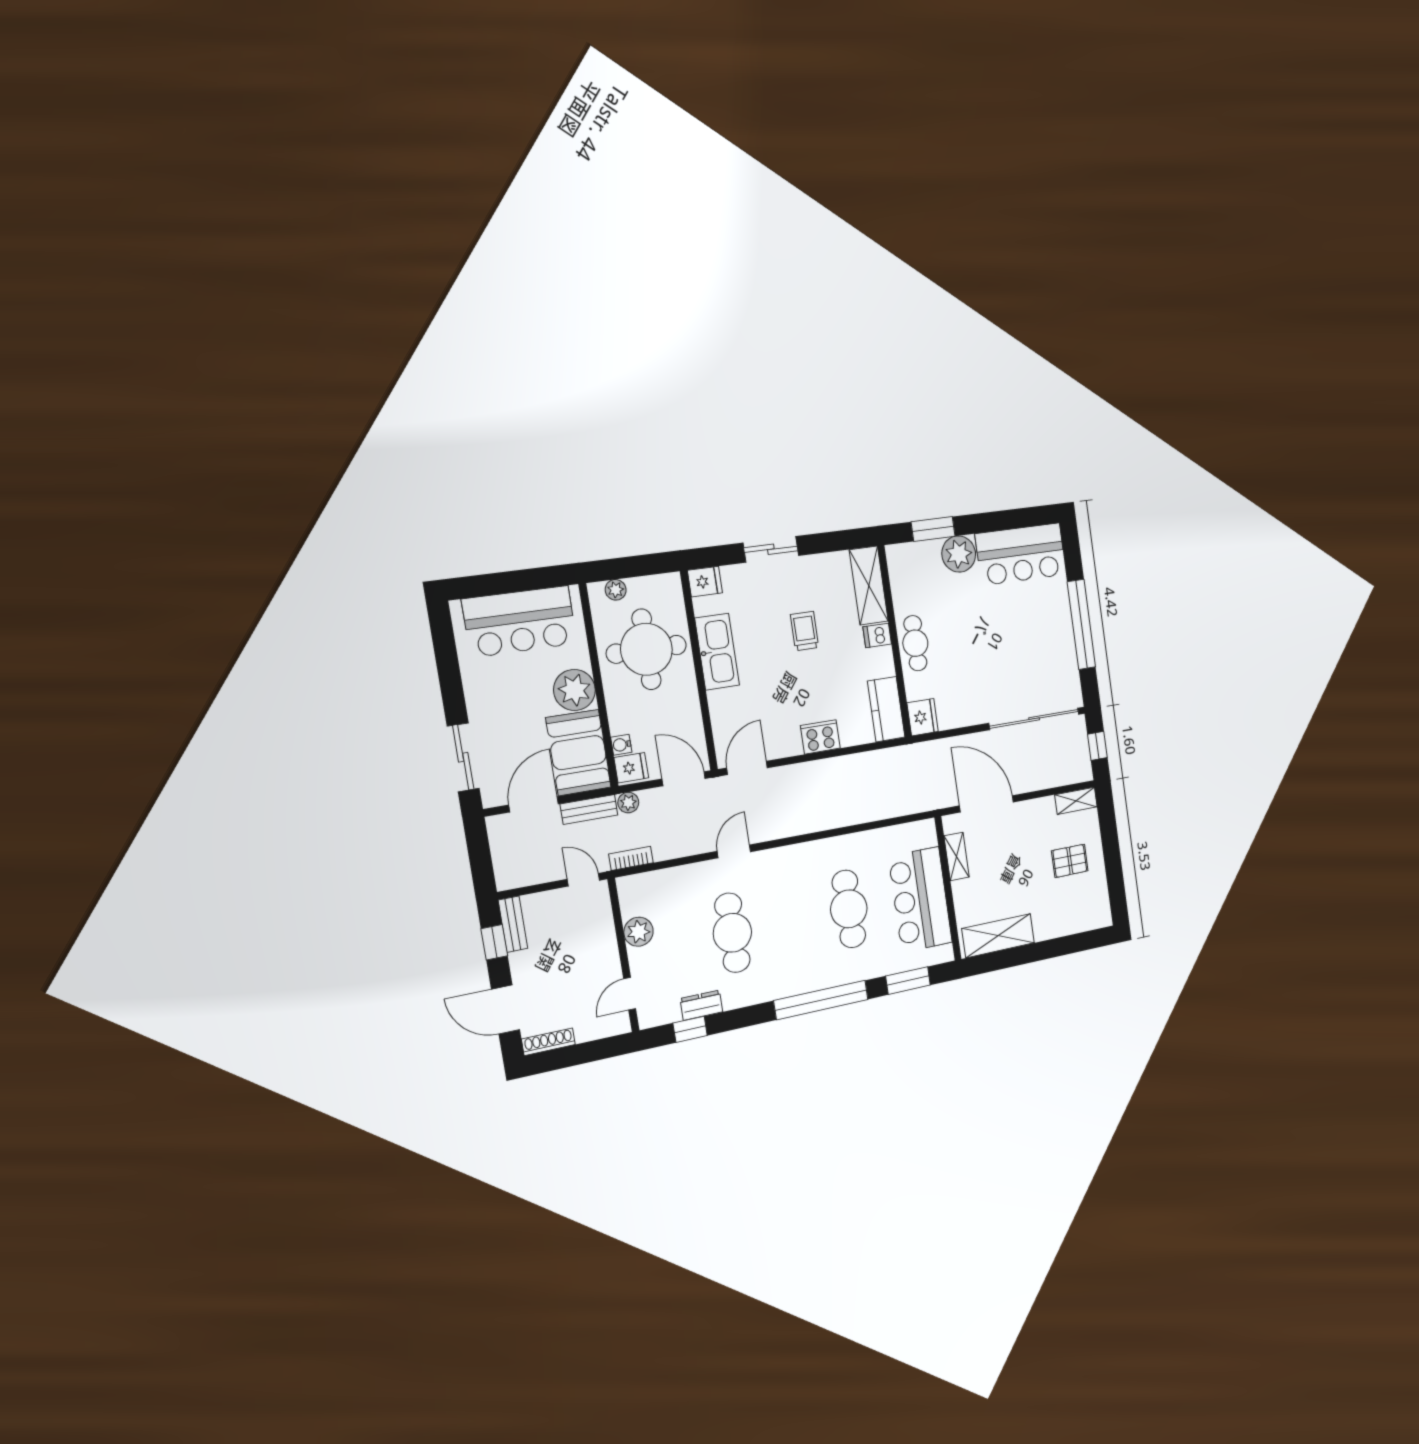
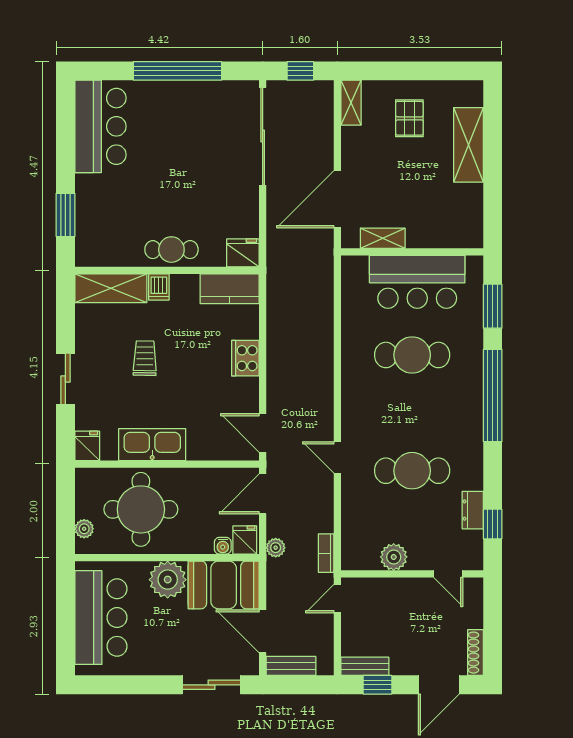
plant: (959, 554) -> (92, 192), removed
trolley: (805, 631) -> (145, 358), turned 91
bench: (589, 809) -> (291, 666), moved, turned 90
shelving: (998, 936) -> (468, 145), moved

